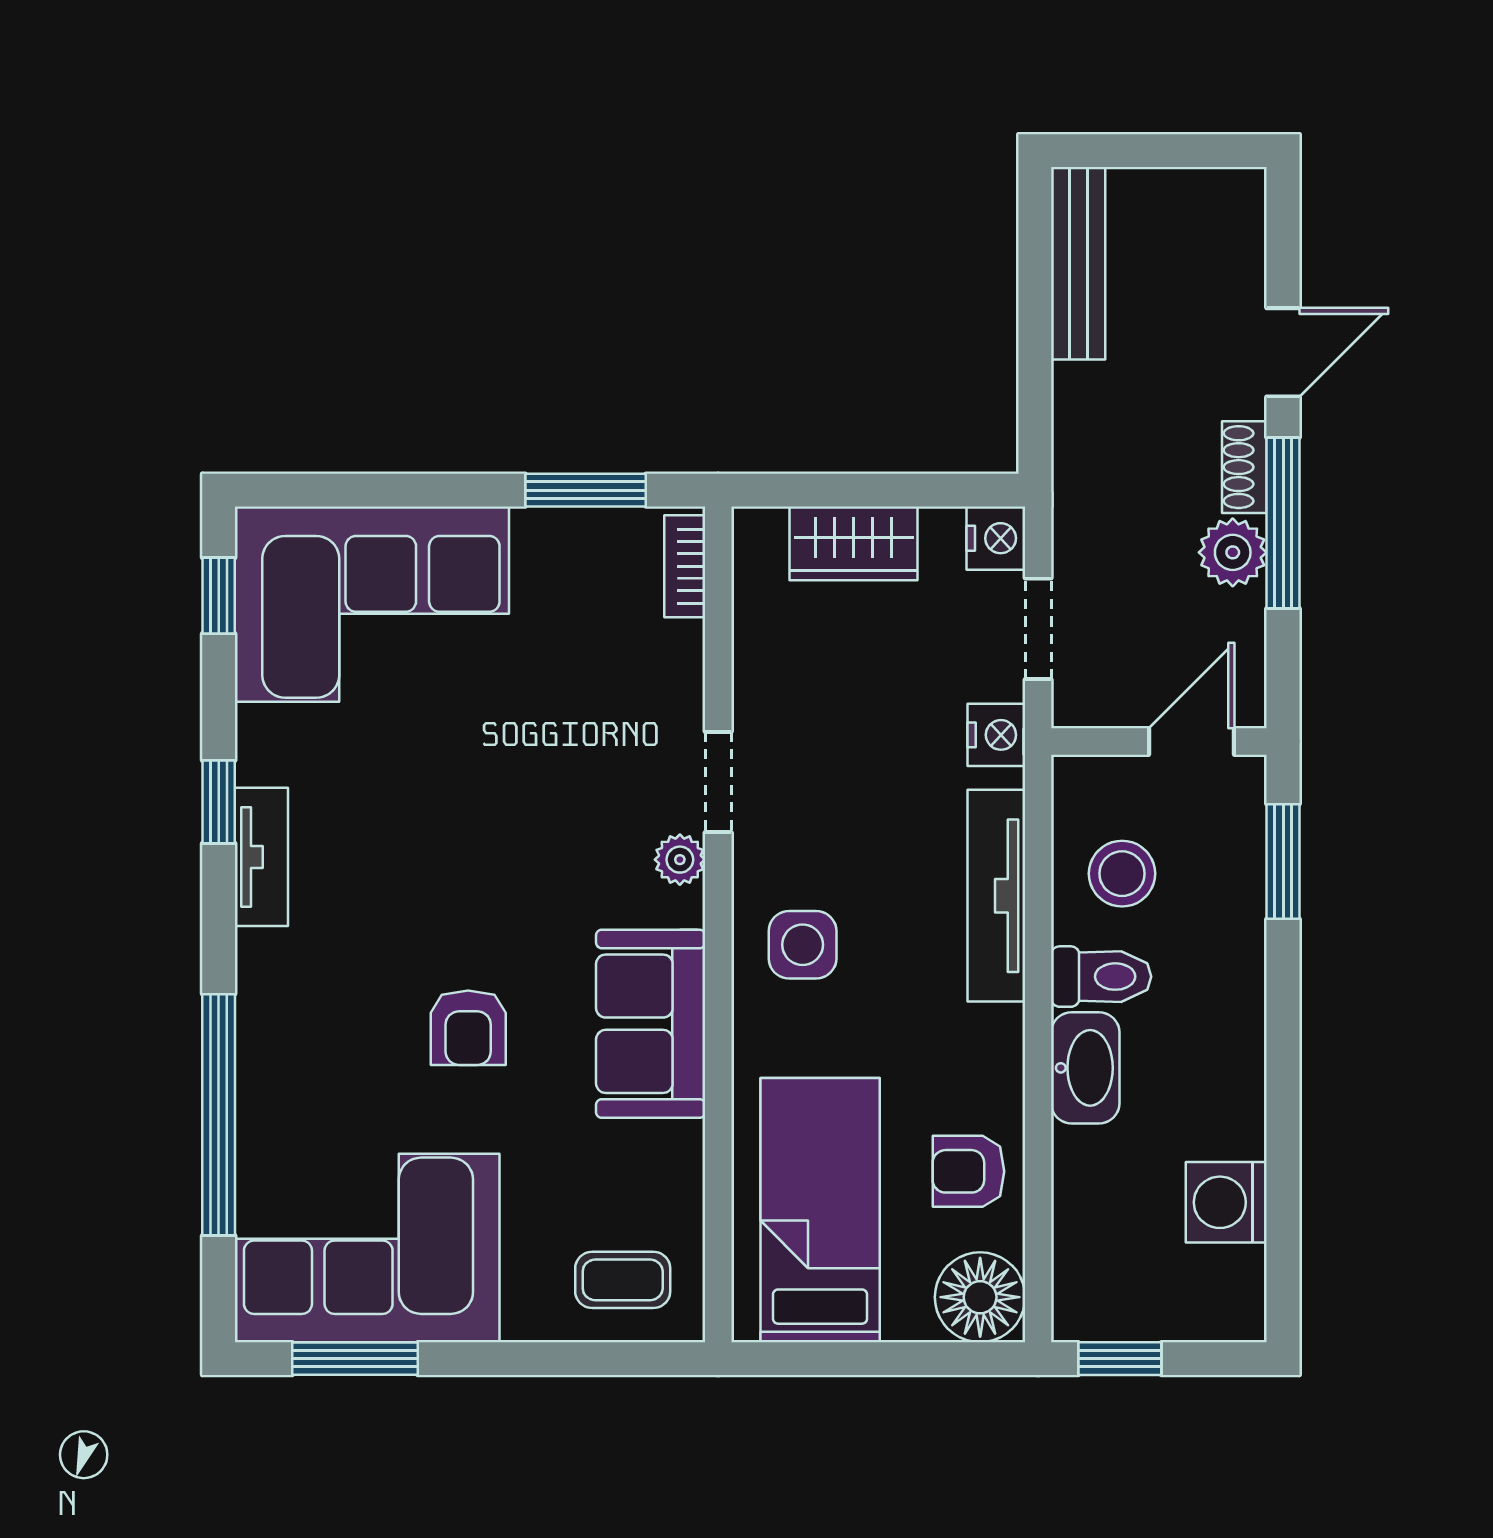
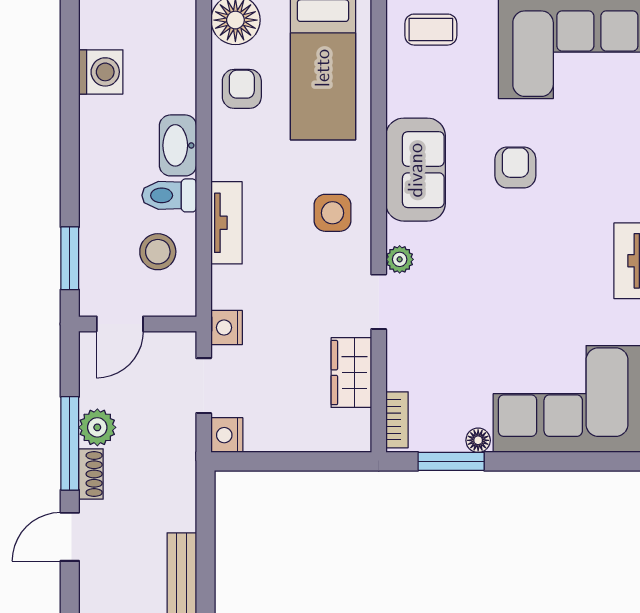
floor lamp: (536, 529) -> (478, 440), added
wardrobe: (854, 543) -> (351, 373), moved, turned -90
tv unit: (996, 896) -> (227, 223), width x0.71
armchair: (968, 1171) -> (242, 89), turned -90

